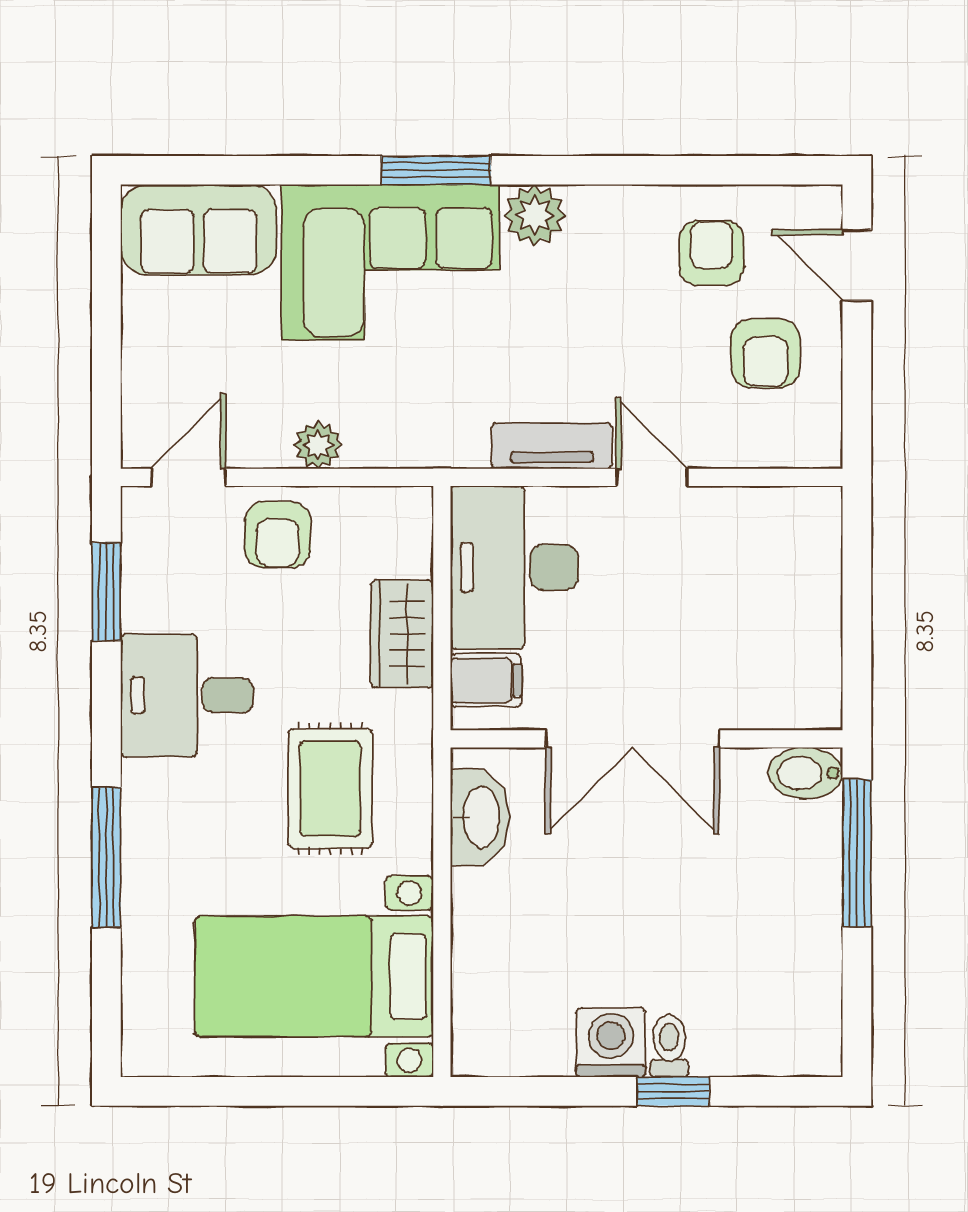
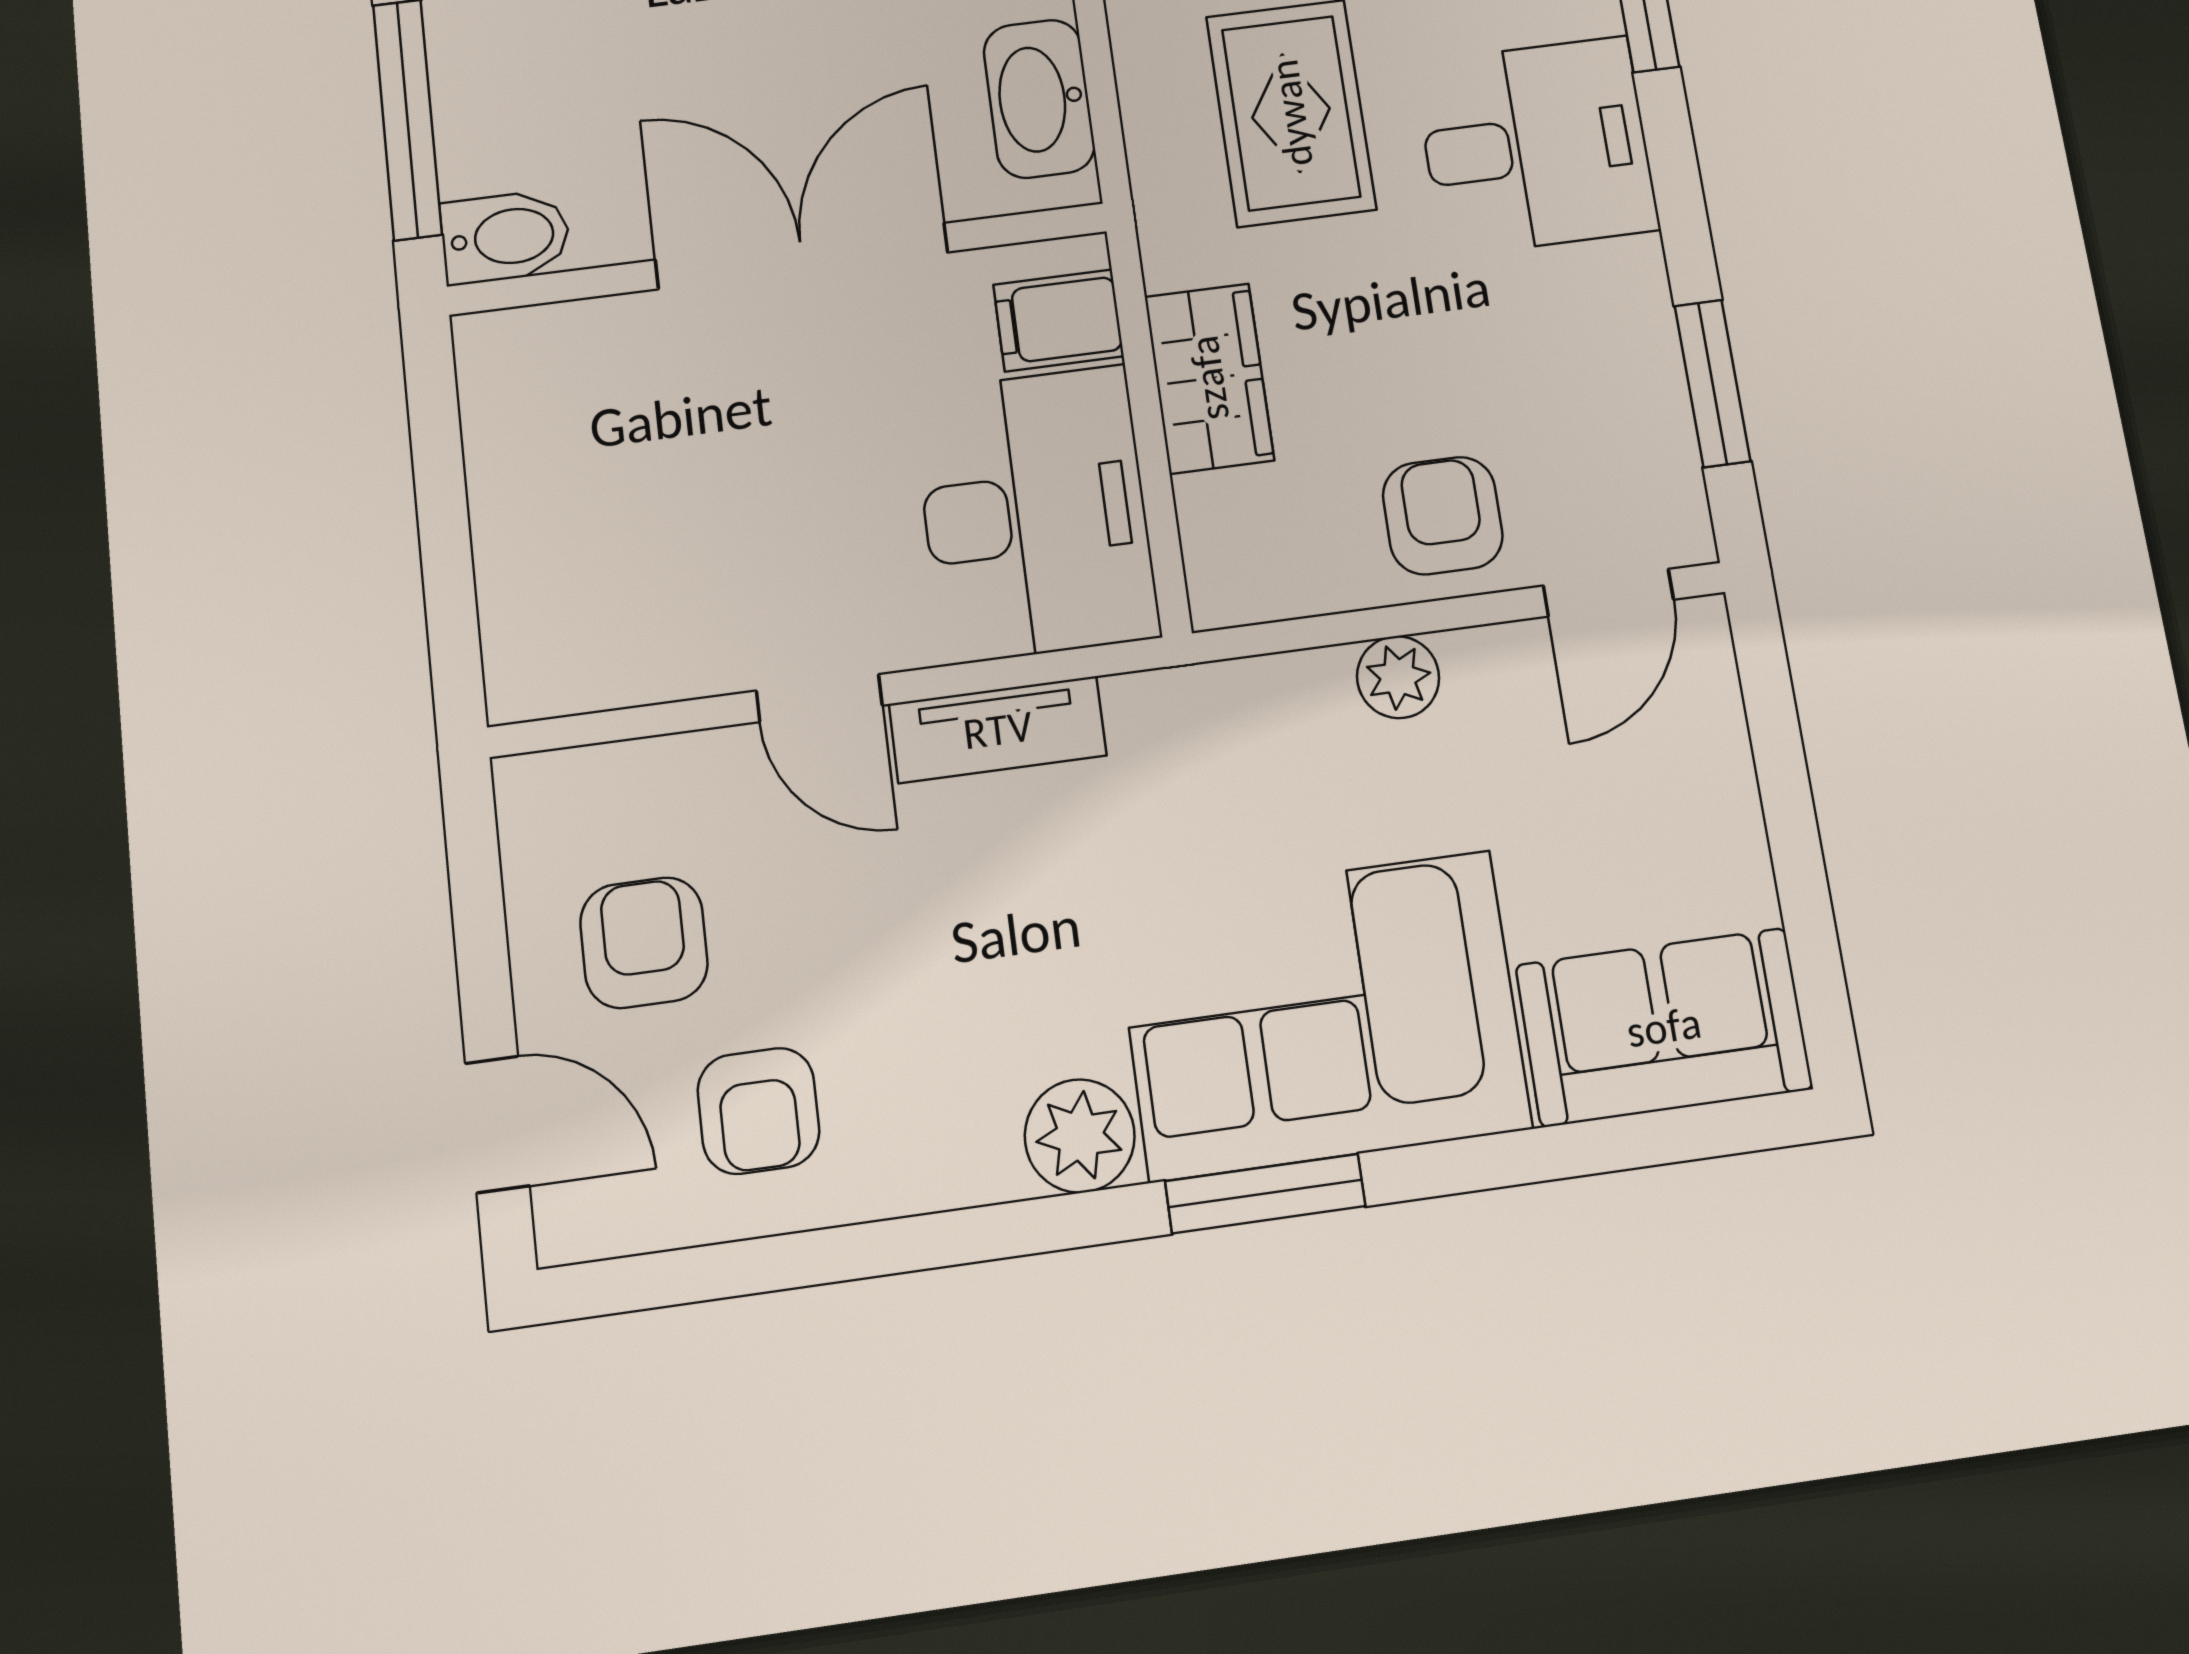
desk: (187, 695) -> (1536, 146), moved

